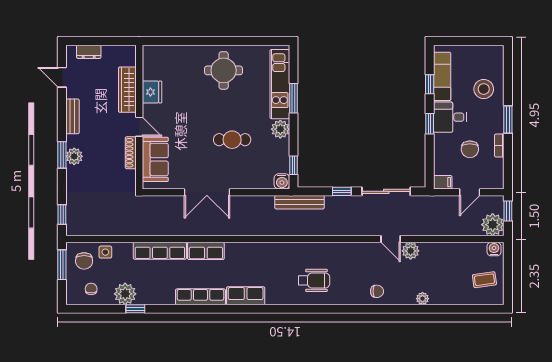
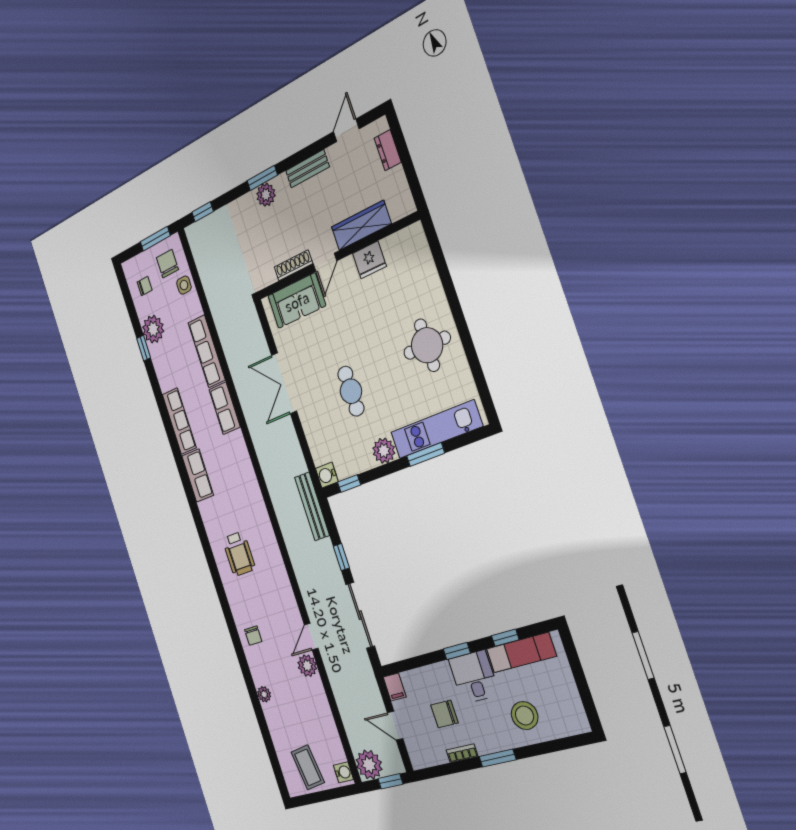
chair: (84, 261) -> (167, 264), turned 90
coffee table: (484, 280) -> (308, 767), width x1.36, depth x1.30

